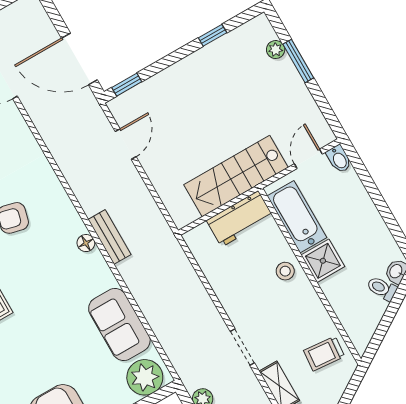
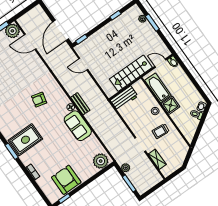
door: (79, 59) -> (61, 30), hinge flipped
door: (126, 144) -> (83, 64), swing flipped
door: (308, 159) -> (160, 63), hinge flipped
workbench: (240, 219) -> (124, 98), moved
sofa: (119, 324) -> (78, 126), moved
trolley: (324, 354) -> (161, 131), moved

